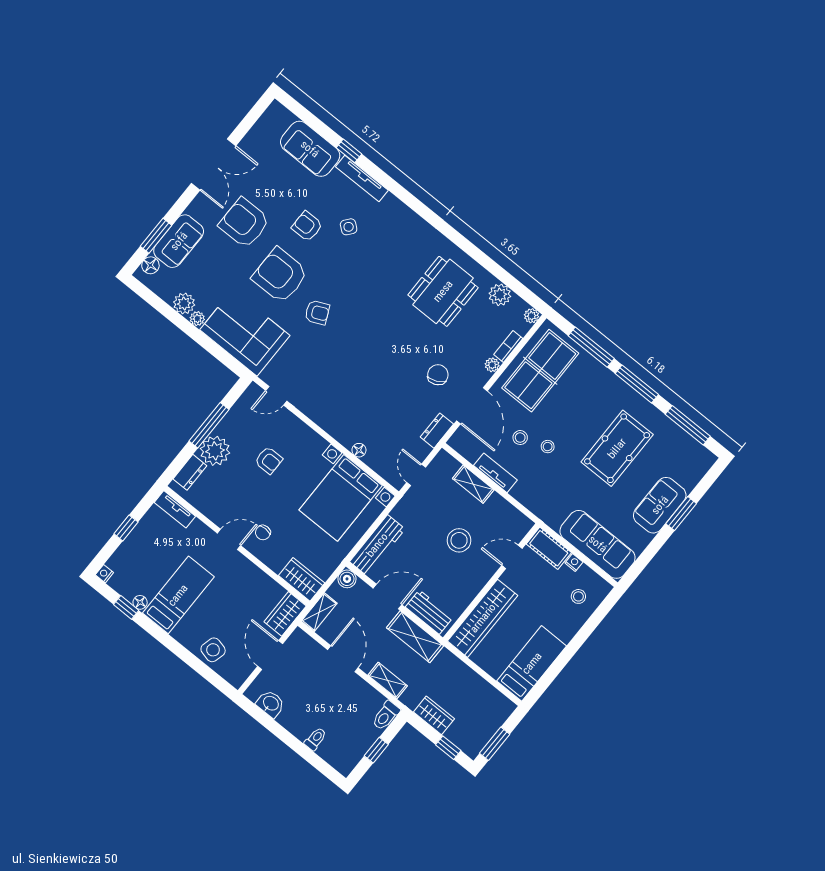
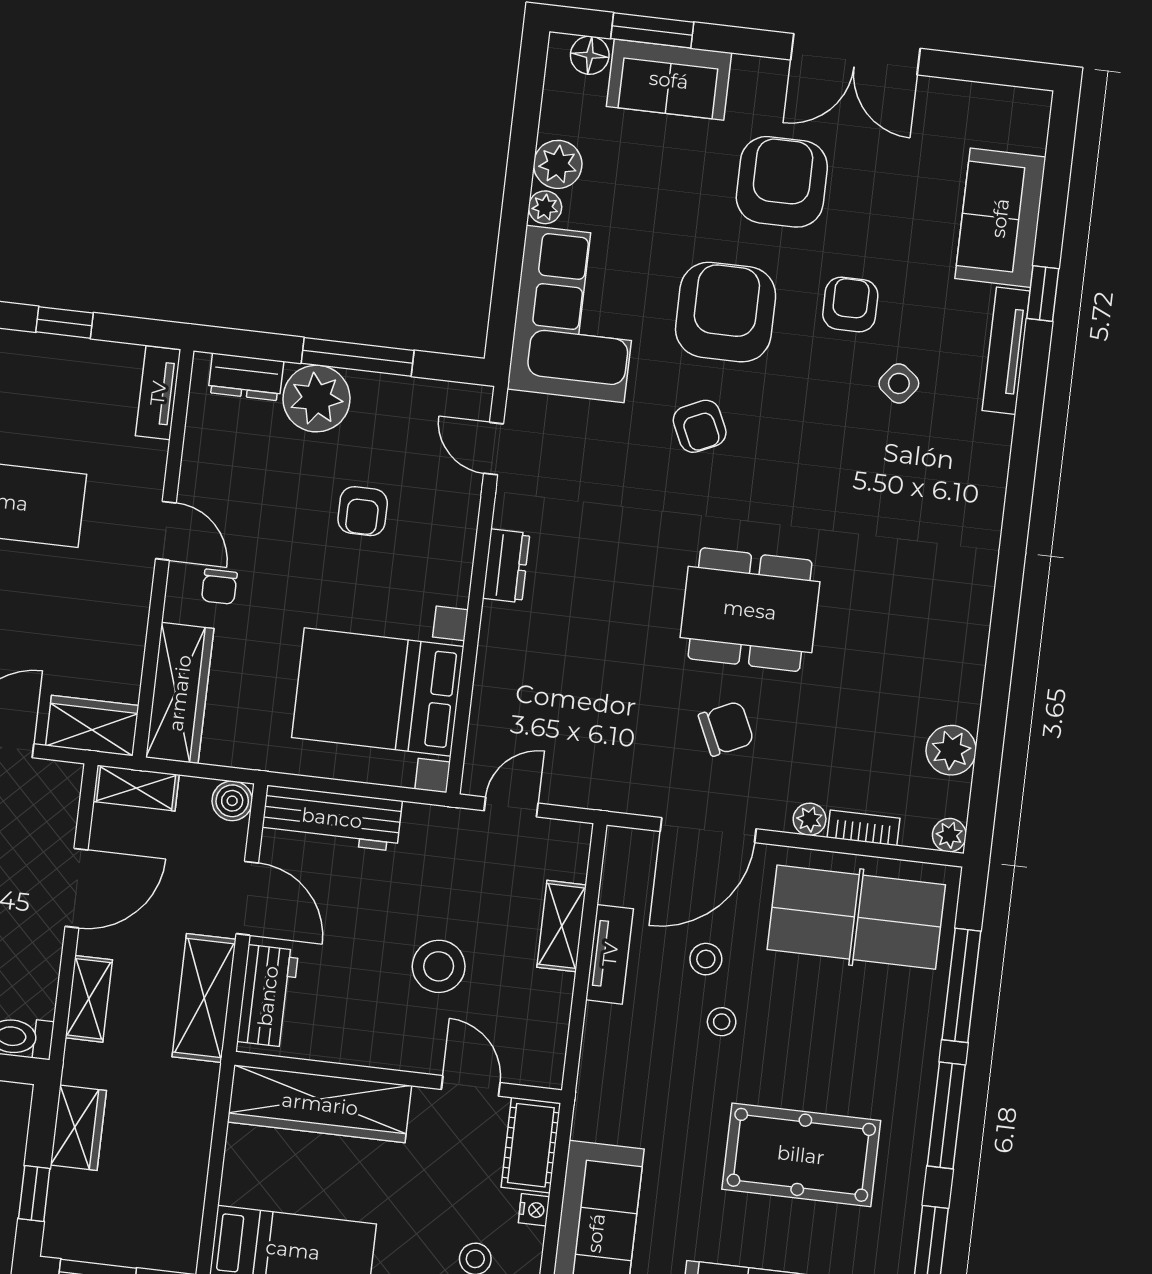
dining table: (443, 291) -> (750, 610), moved
dresser: (437, 431) -> (506, 566), moved, turned 90
floor lamp: (359, 450) -> (490, 670), removed
chair: (263, 533) -> (219, 587), turned -90
wardrobe: (302, 579) -> (180, 693), width x1.50

